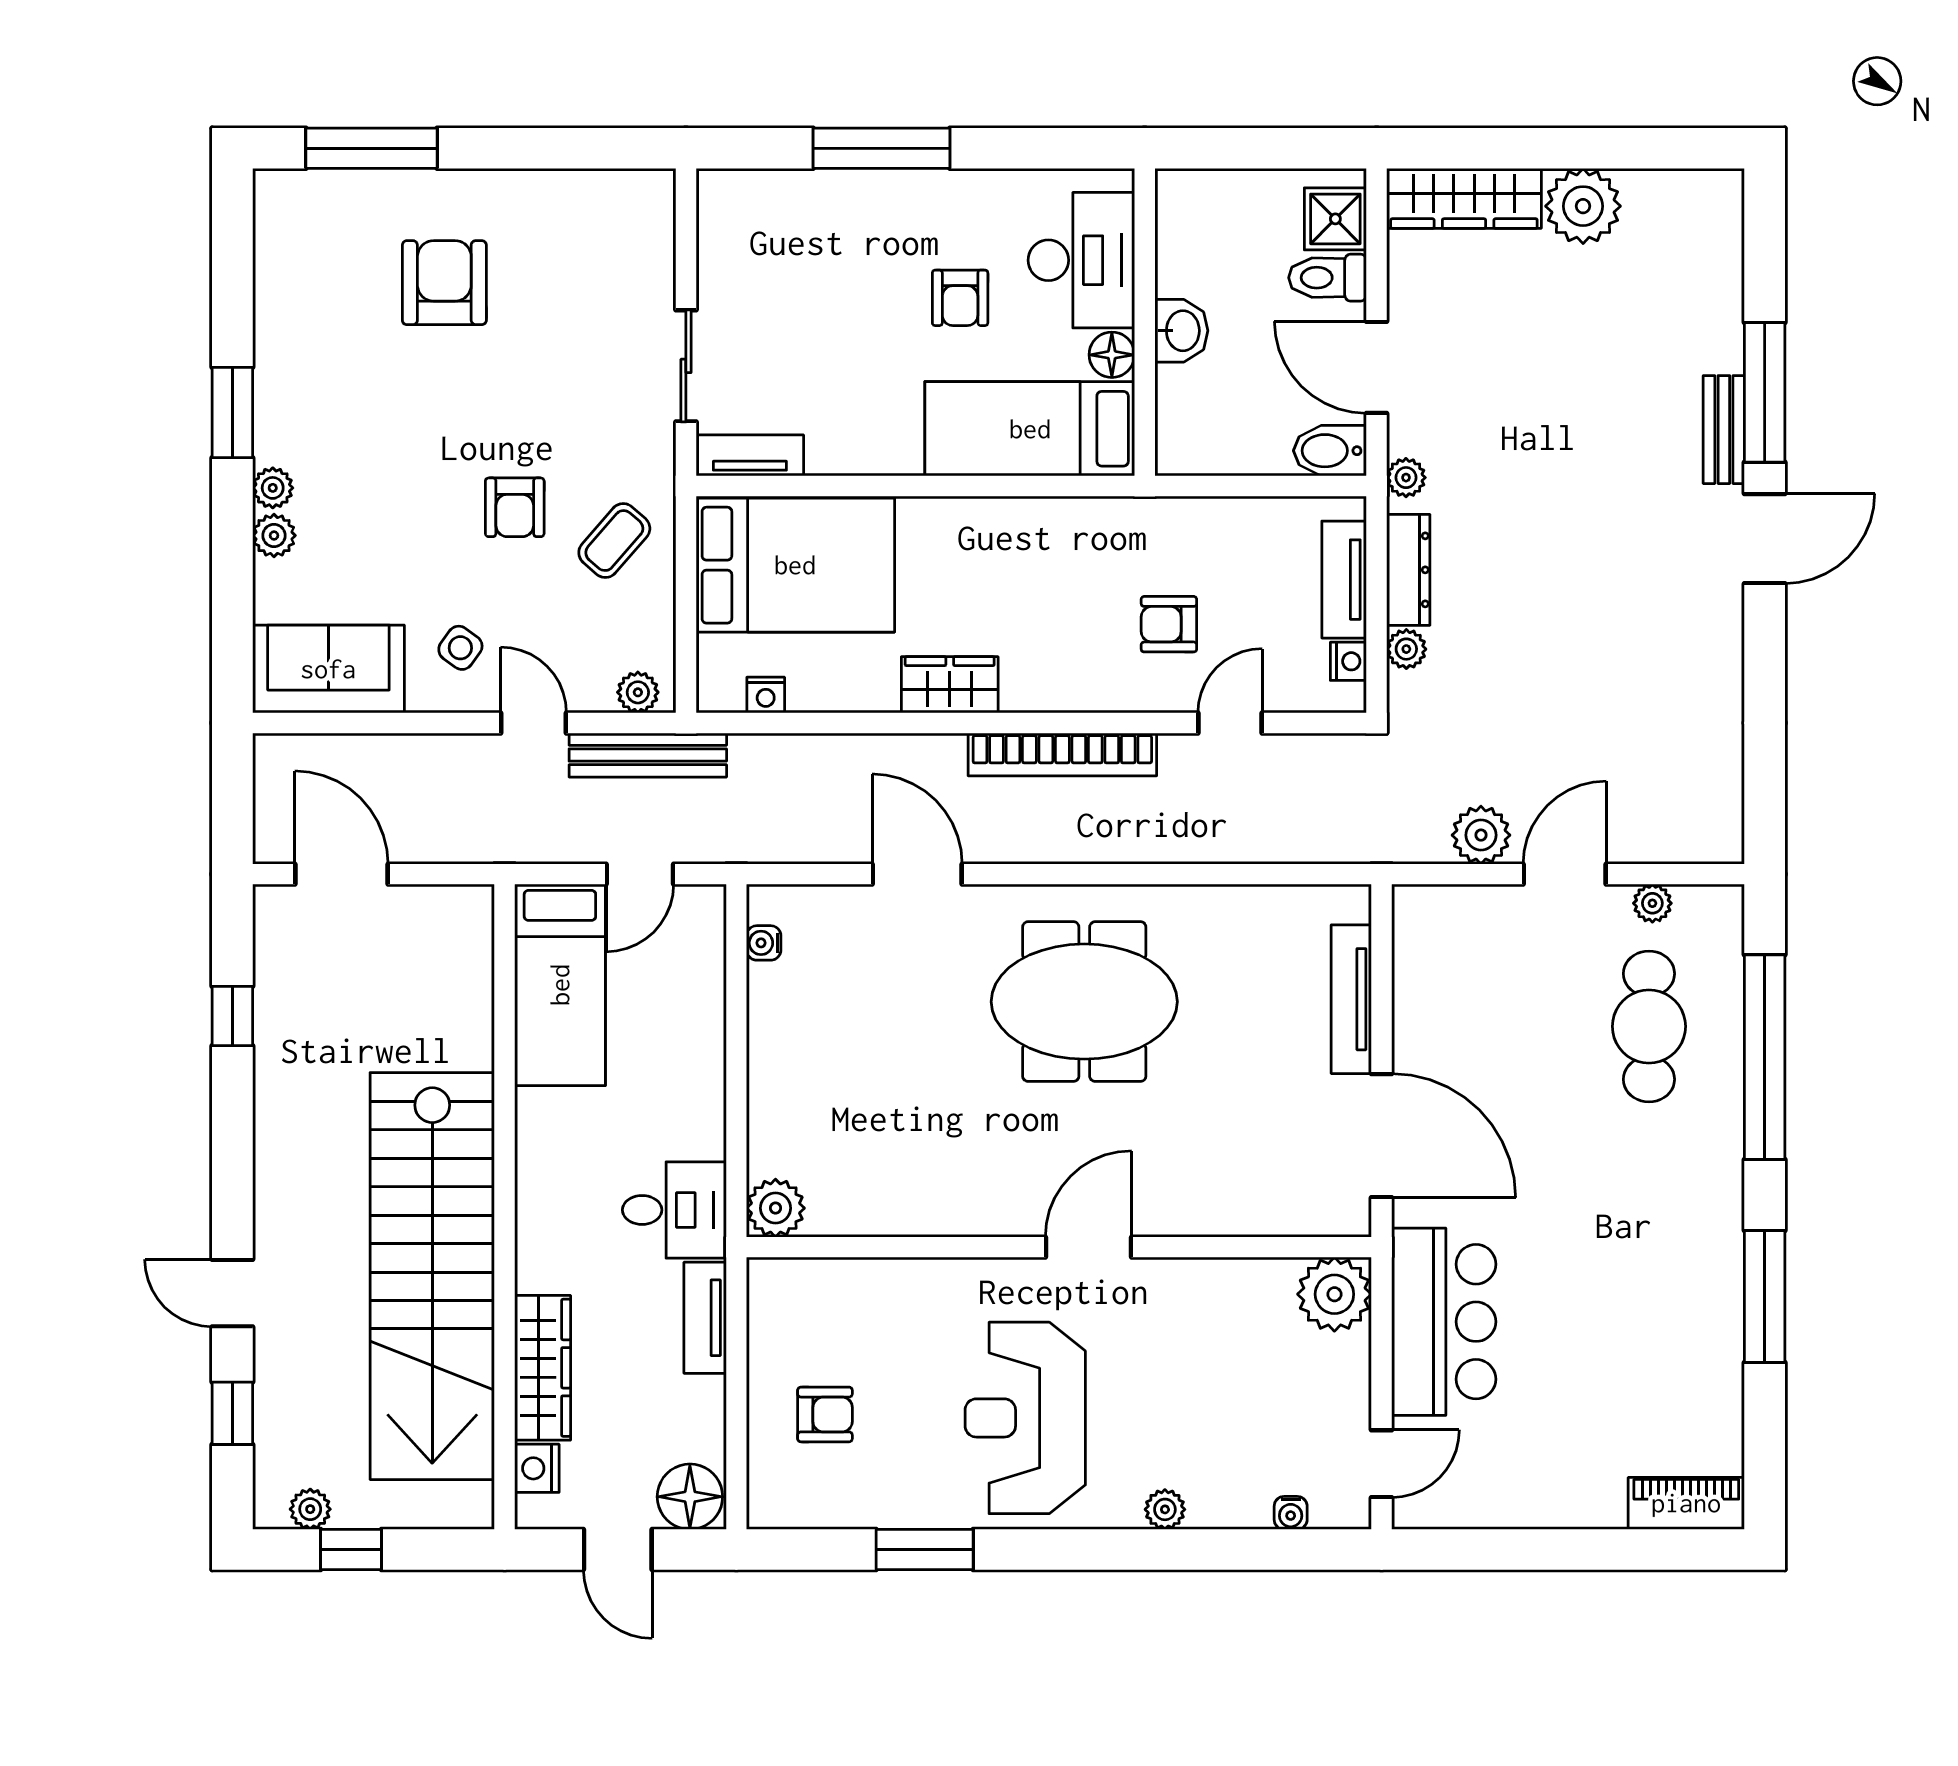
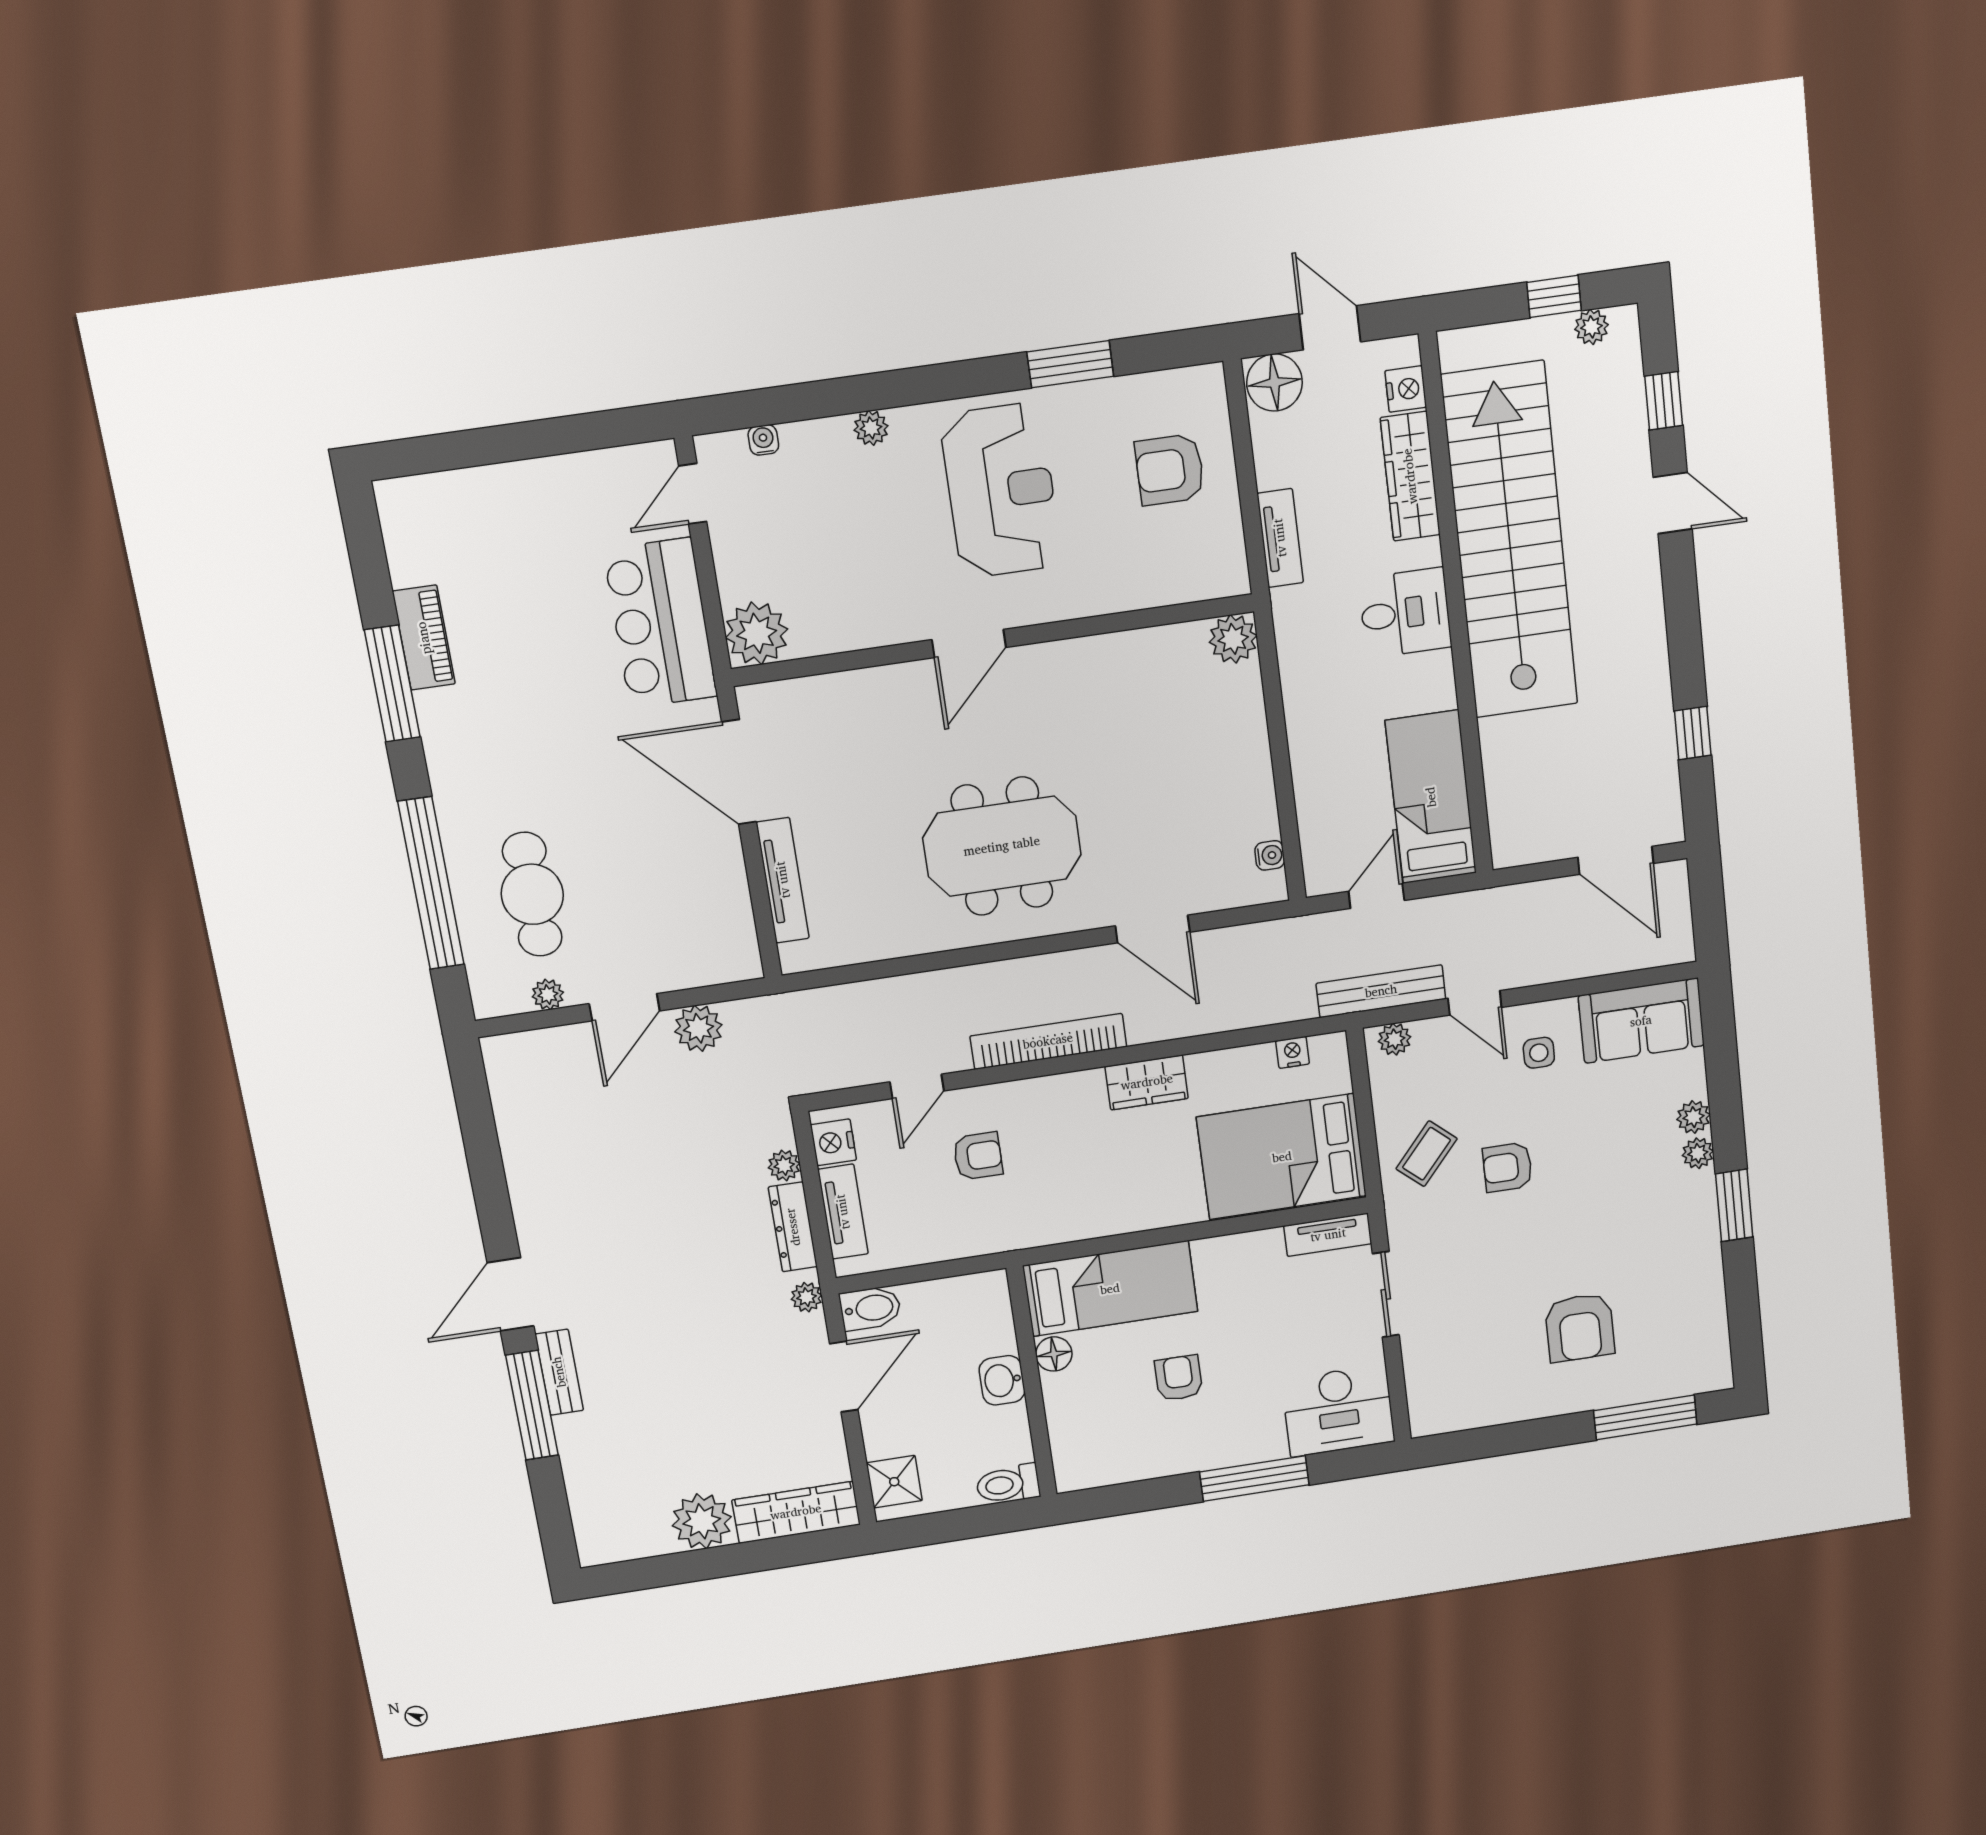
desk: (1081, 260) -> (1338, 1411), moved, turned -90
toilet: (1328, 278) -> (1008, 1484), moved, turned 180
door: (1377, 367) -> (844, 1377), hinge flipped
armchair: (515, 507) -> (1507, 1167), turned -90
side table: (460, 648) -> (1539, 1053), turned -36
nightstand: (1348, 661) -> (833, 1142), width x1.39, depth x1.35
desk: (674, 1210) -> (1405, 613), moved, turned 180
armchair: (825, 1414) -> (1170, 470), width x1.38, depth x1.38
piano: (1686, 1503) -> (424, 638), moved, turned -90

